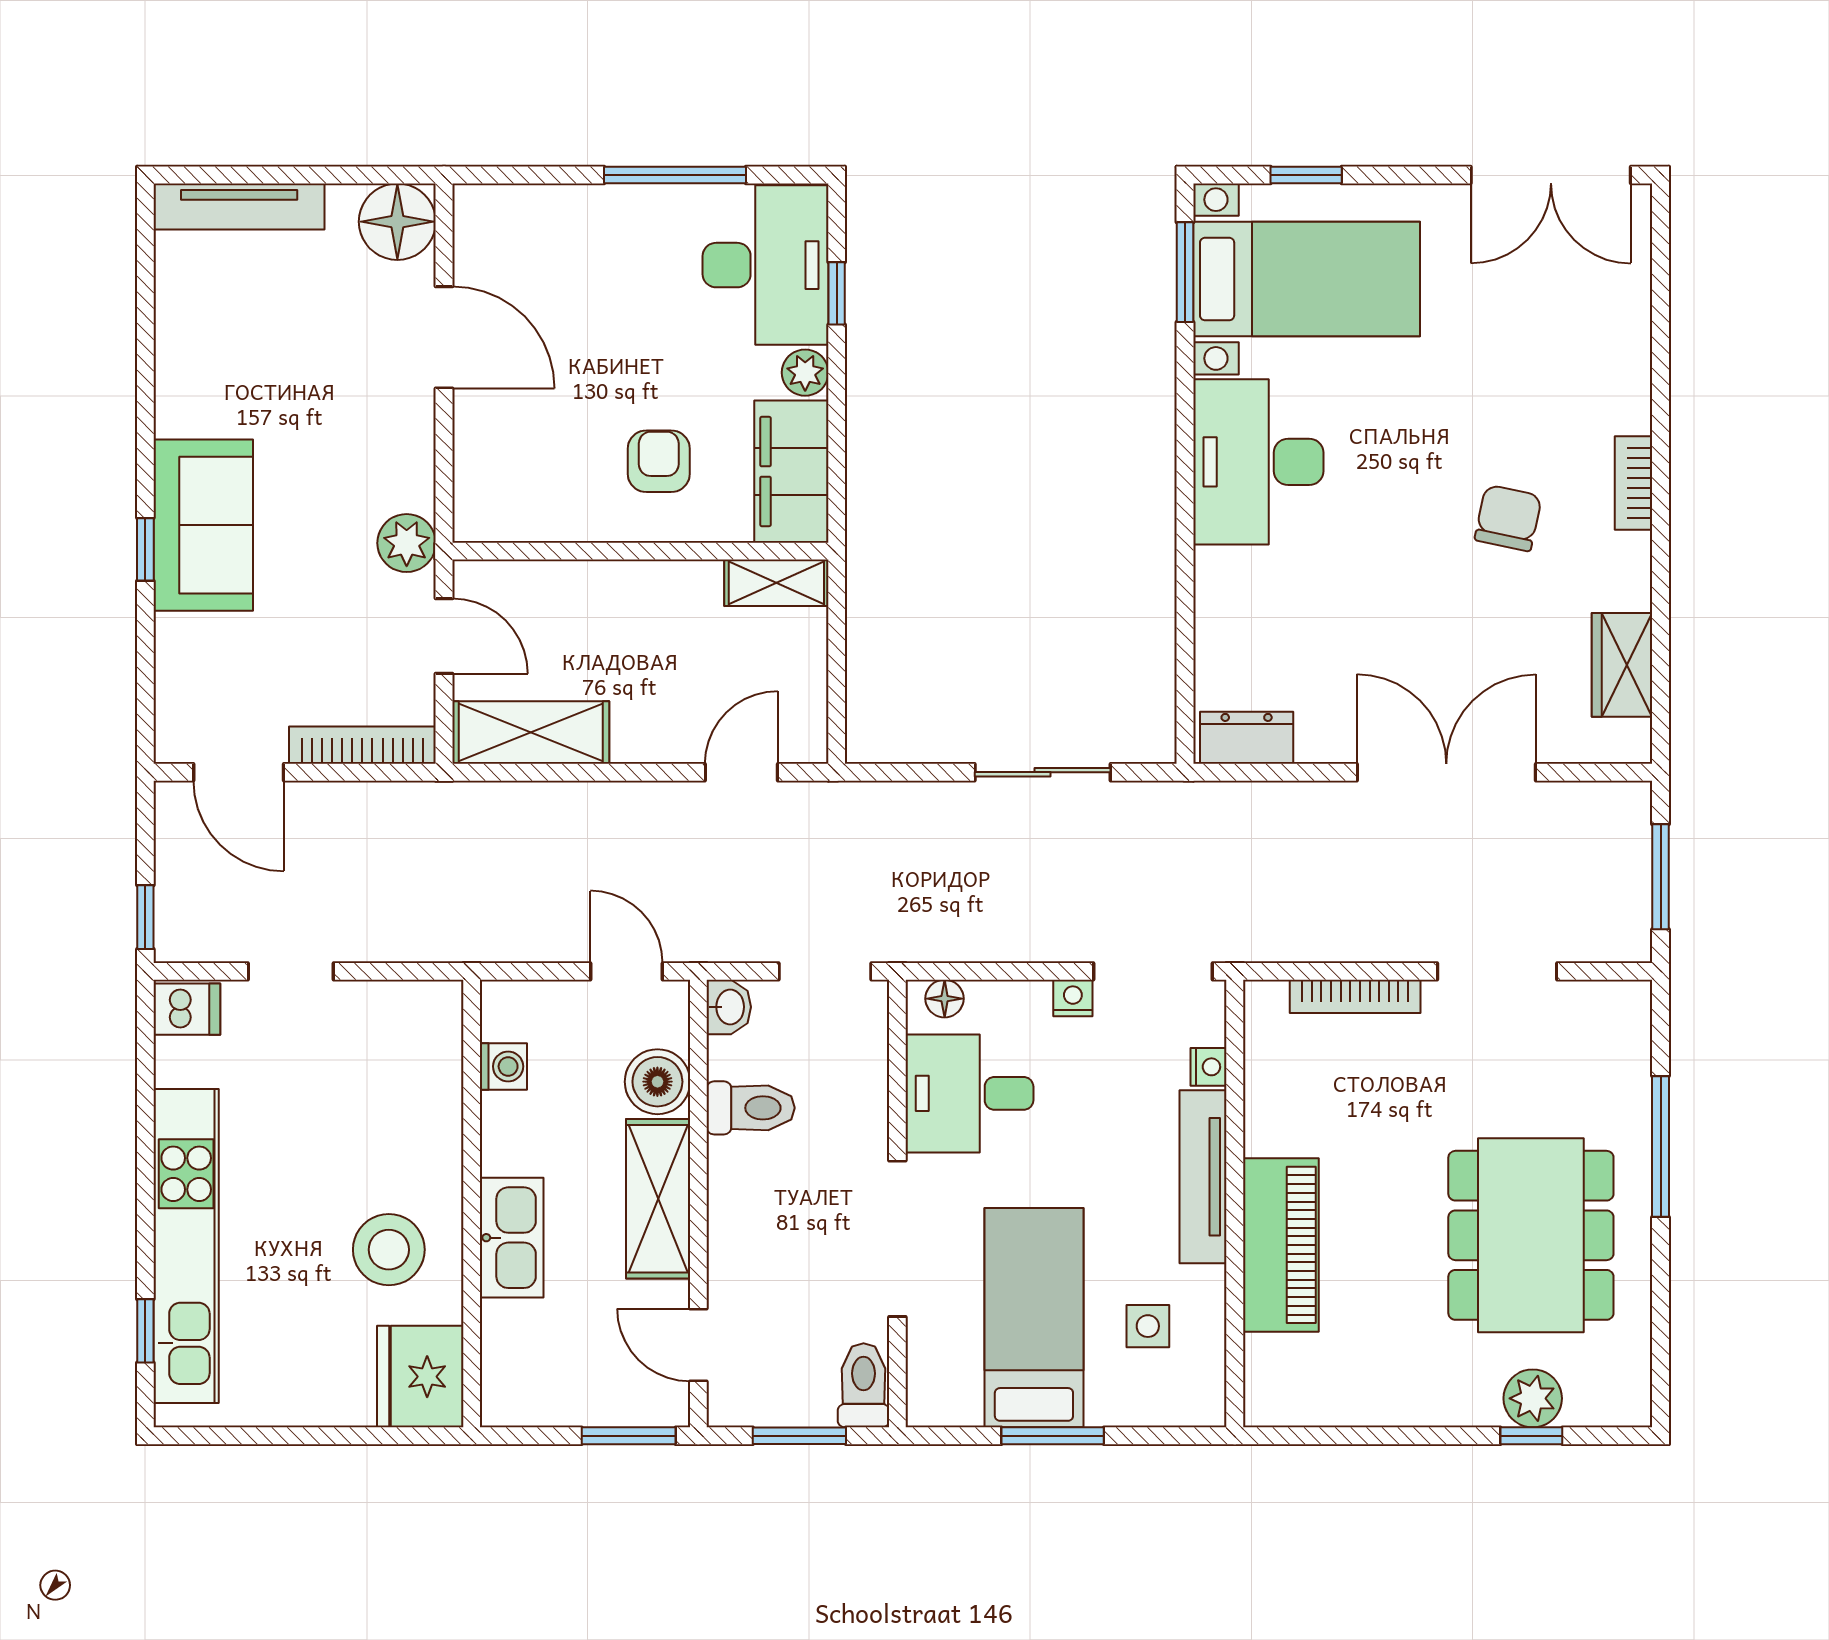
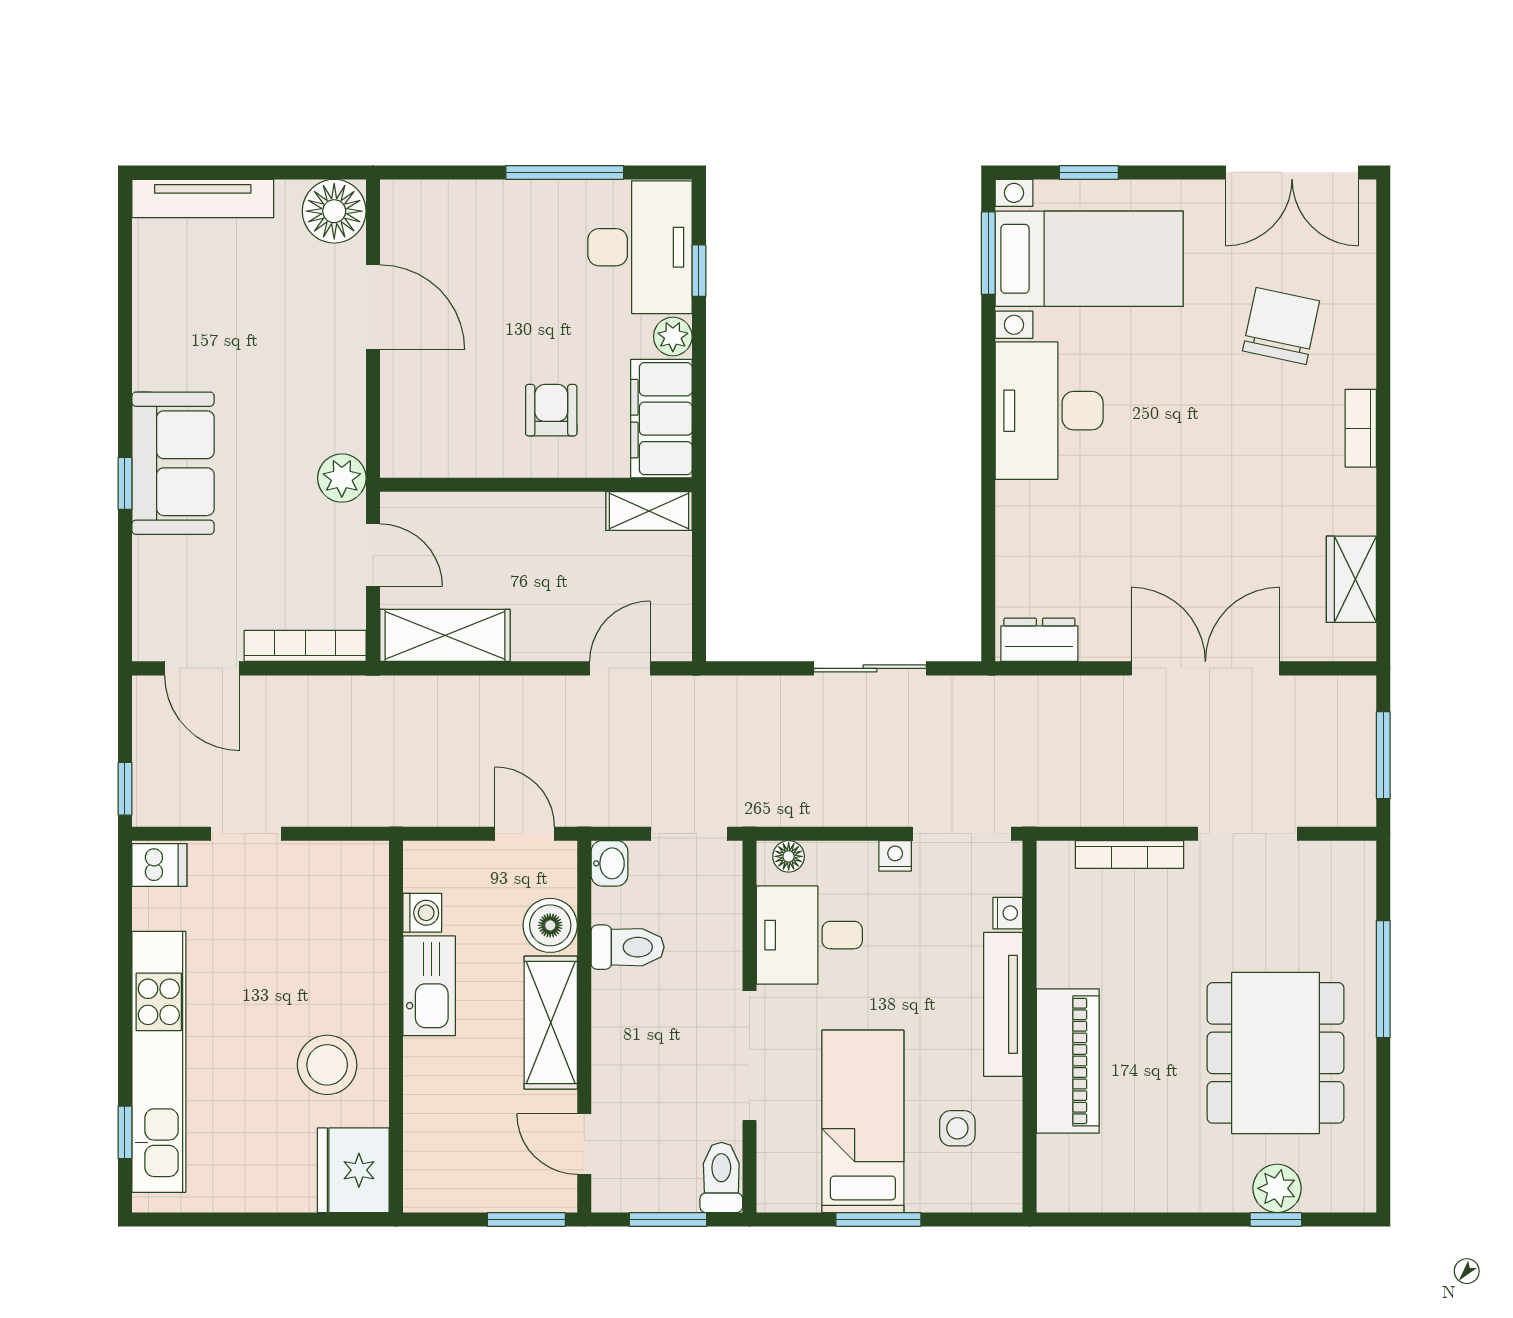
chair: (1508, 518) -> (1281, 326), moved, width x1.37, depth x1.37
kitchen sink: (512, 1238) -> (429, 986), moved

